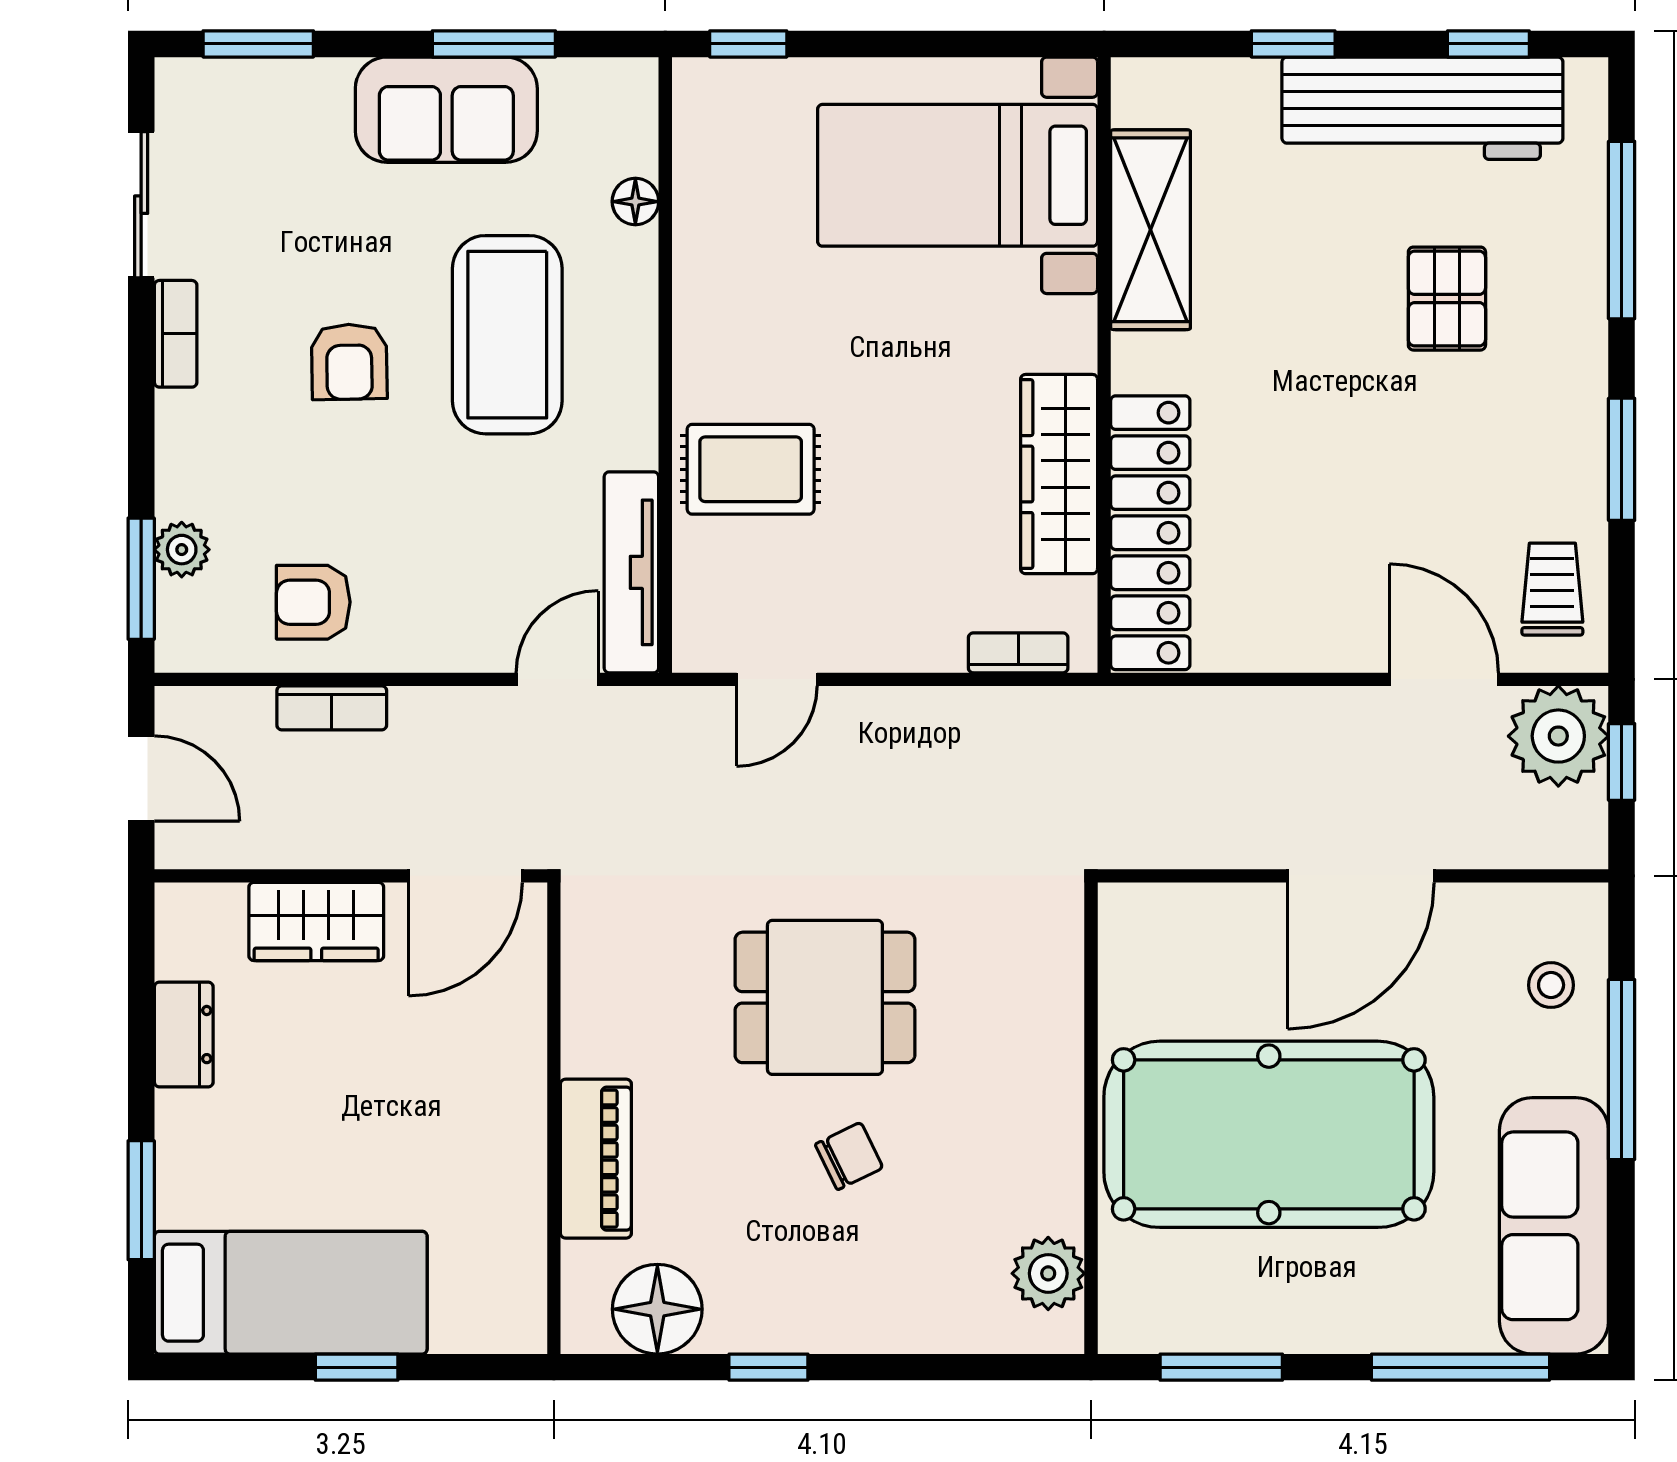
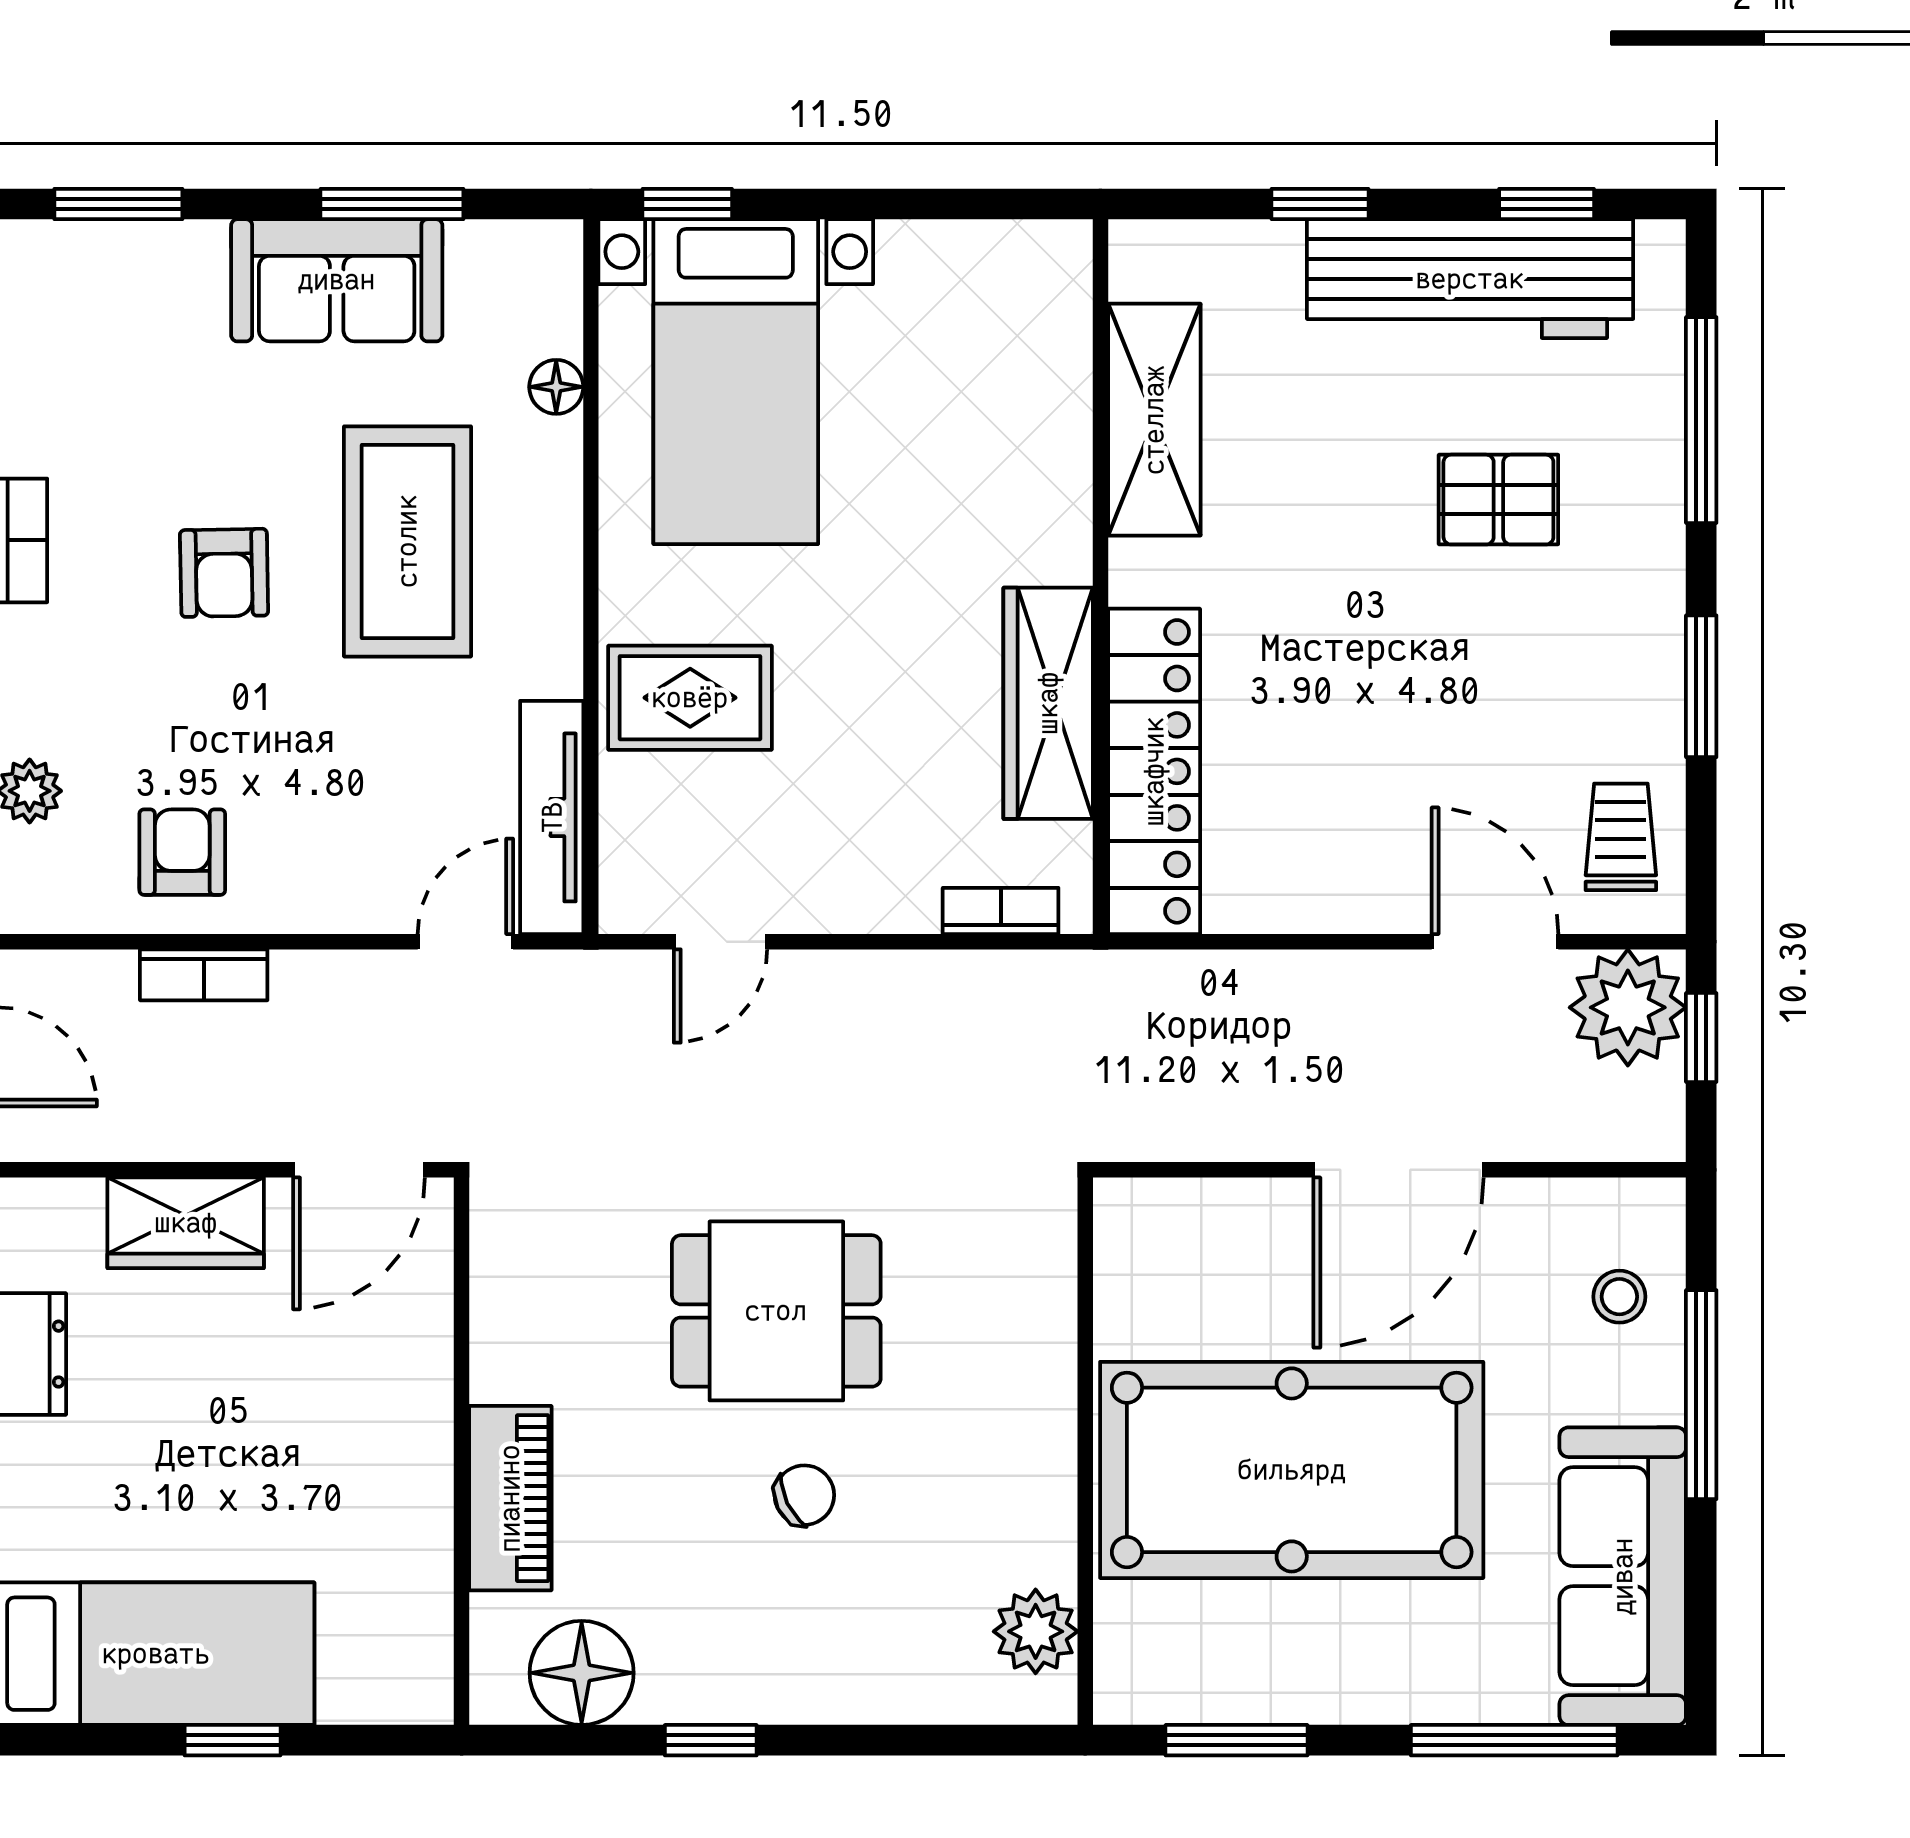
bed with nightstands: (958, 175) -> (736, 382), moved, turned -90
pallet: (1447, 299) -> (1498, 500), turned 90
armchair: (313, 602) -> (182, 852), turned 90

